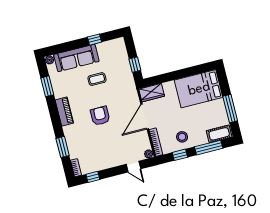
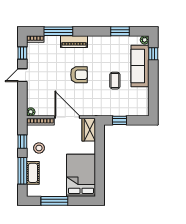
window: (94, 40) -> (153, 54), moved
piano: (64, 111) -> (74, 42), moved
cot: (219, 134) -> (33, 173), moved
window: (63, 147) -> (58, 31), width x1.44
door: (133, 167) -> (22, 75), moved

